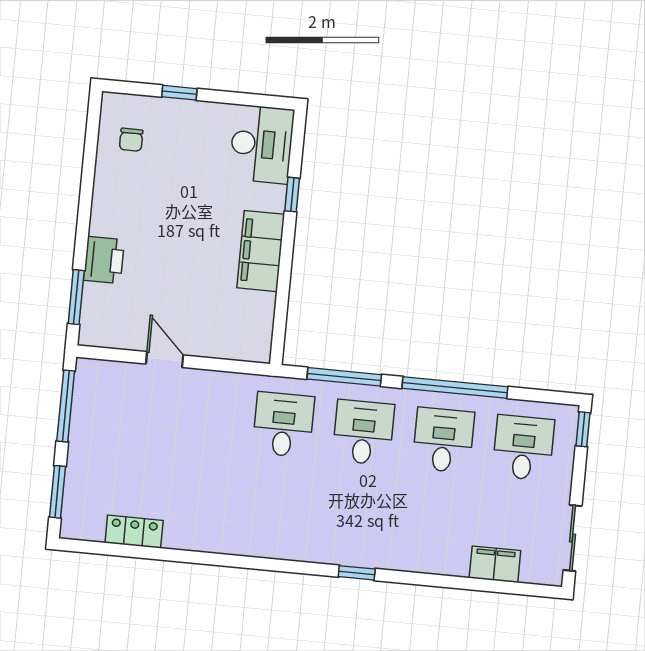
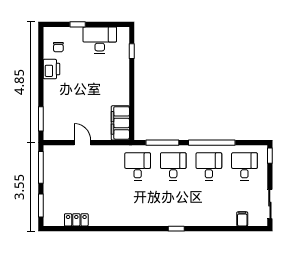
desk: (262, 144) -> (100, 40), moved, turned -90
window: (292, 195) -> (132, 51), moved
filing cabinet: (261, 251) -> (120, 123), moved
printer: (104, 260) -> (51, 69), moved
filing cabinet: (495, 564) -> (242, 219), width x0.50

